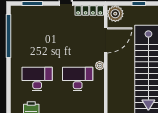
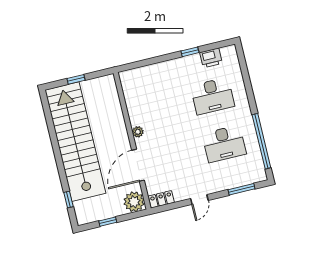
locker: (89, 11) -> (161, 199), width x0.66
desk: (78, 79) -> (224, 144), moved

